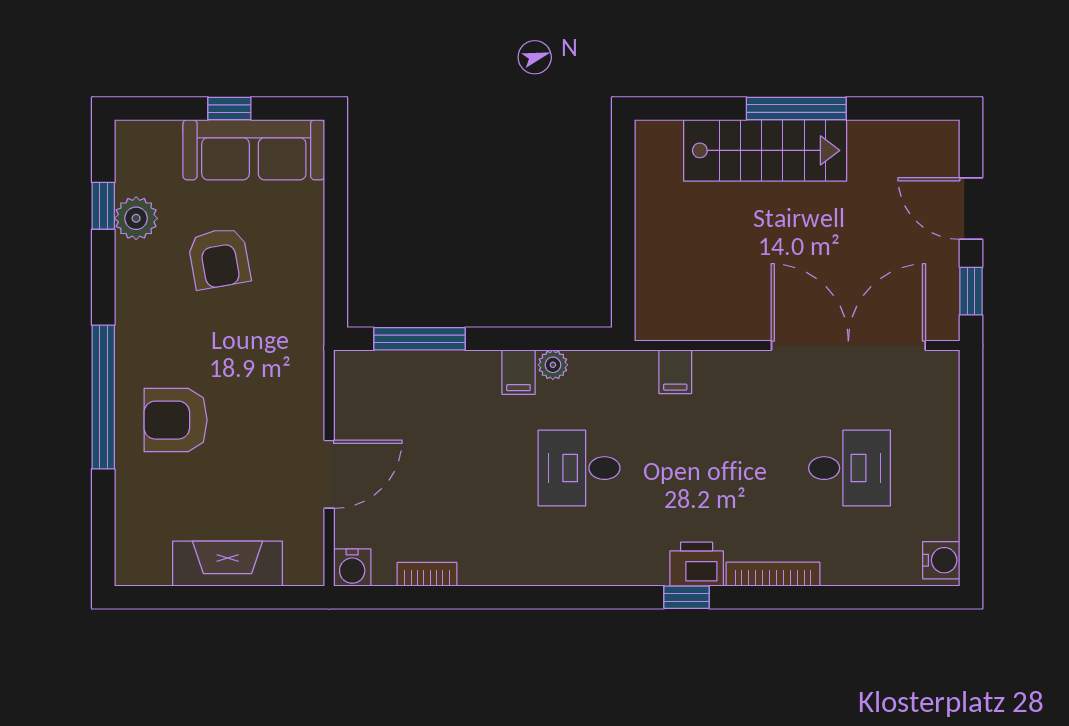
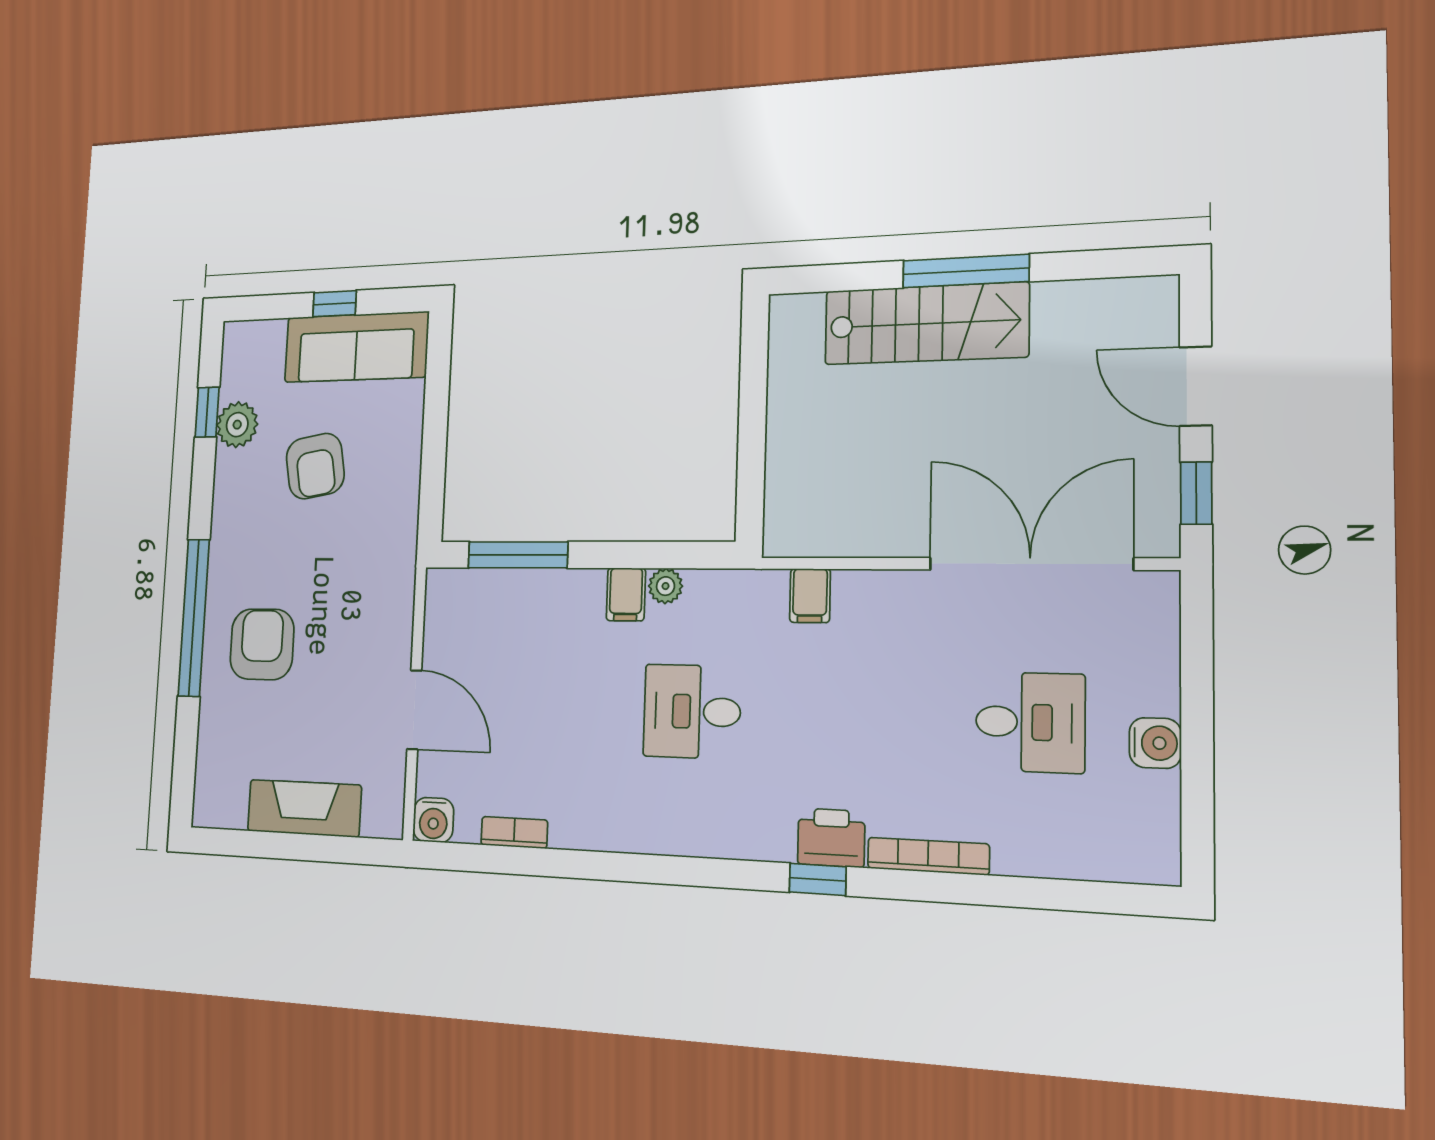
armchair: (176, 420) -> (262, 644), turned 90
door: (329, 474) -> (414, 710), hinge flipped
water cooler: (941, 560) -> (1155, 743), moved

